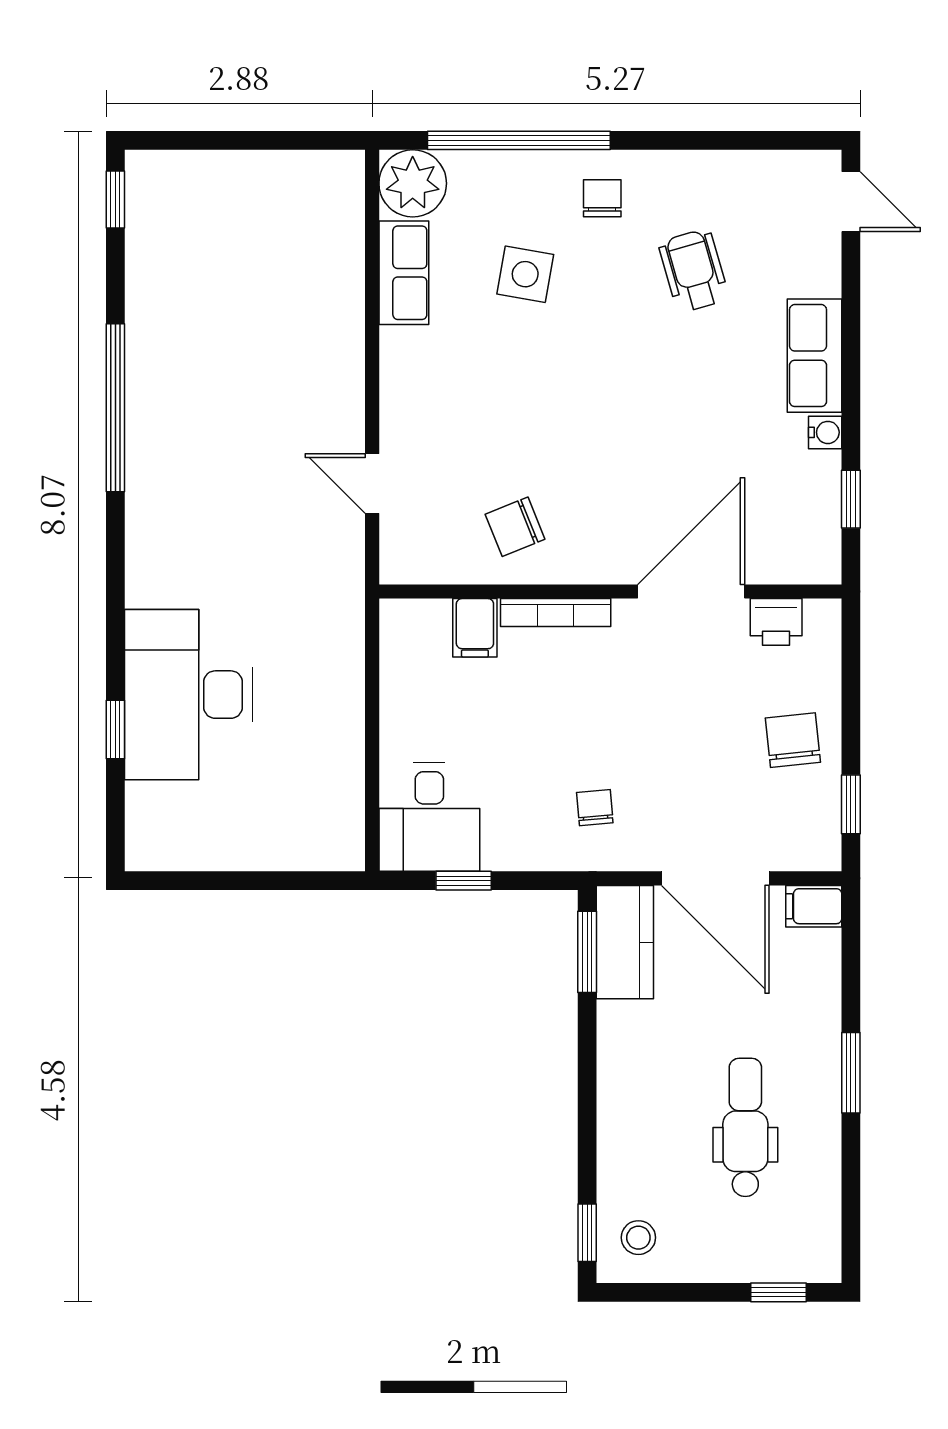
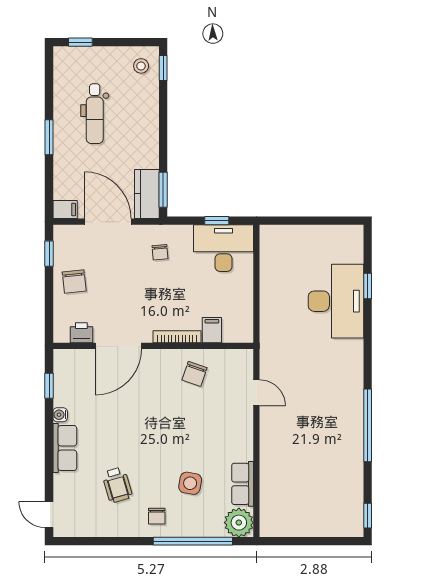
chair: (515, 527) -> (194, 374), turned 131
desk: (429, 817) -> (223, 248), width x1.37

